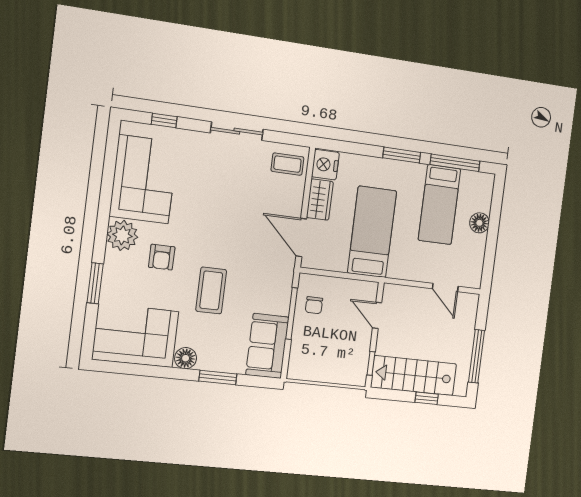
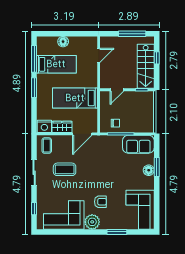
coffee table: (211, 290) -> (65, 169), moved
floor lamp: (186, 358) -> (149, 170), moved

